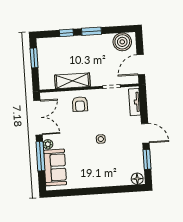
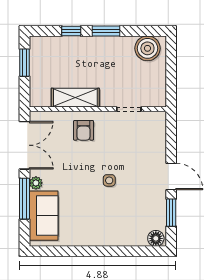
door: (141, 65) -> (171, 81), removed
tv unit: (135, 102) -> (159, 132), removed

